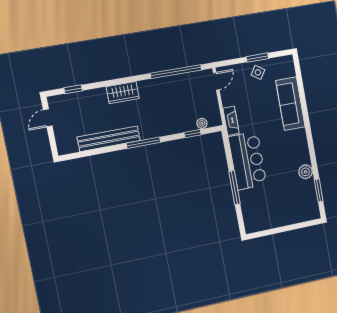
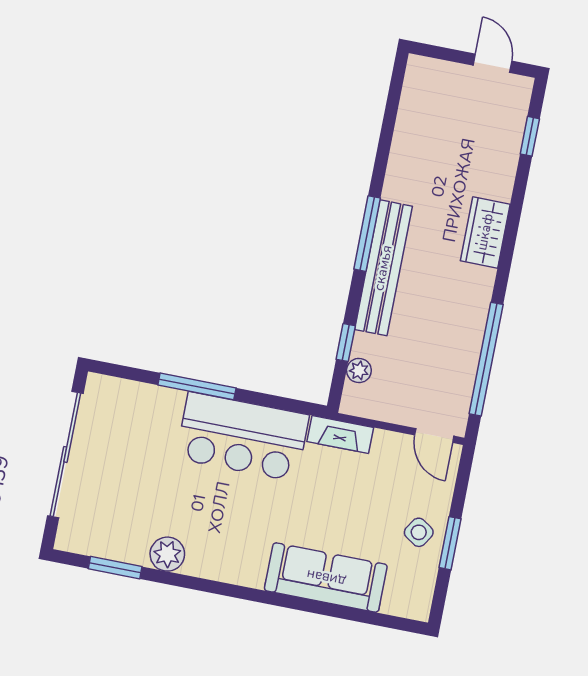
bench: (109, 139) -> (383, 268), moved
sliding door: (282, 229) -> (65, 454), added

